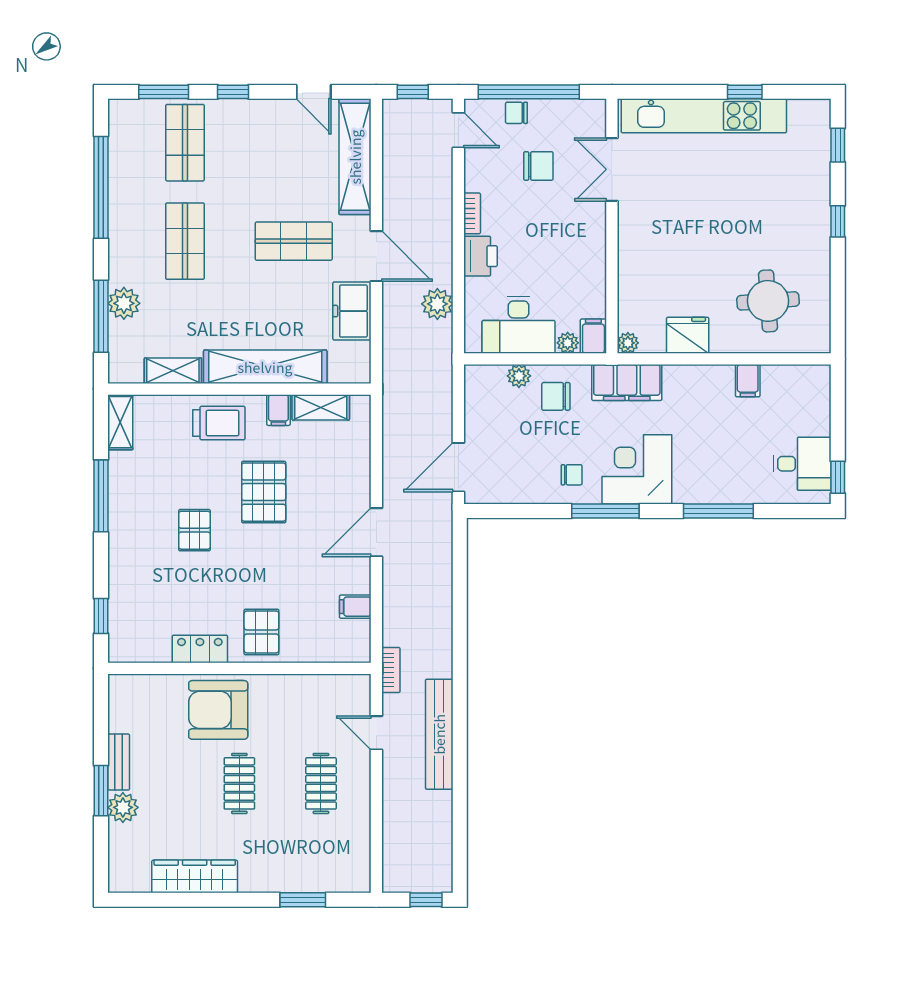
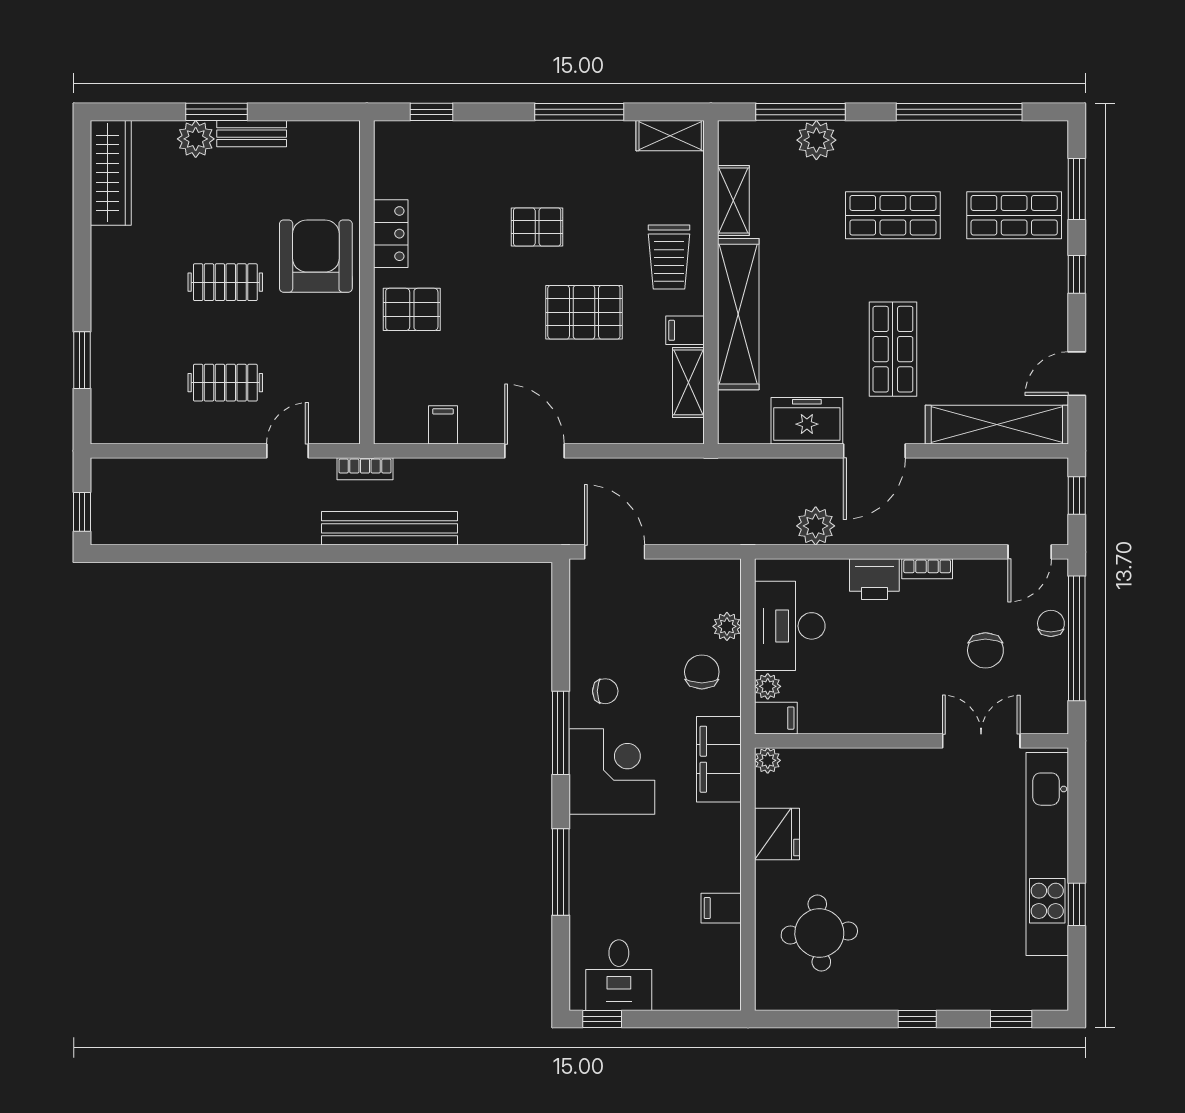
chair: (572, 475) -> (605, 691), turned -90
bench: (439, 734) -> (390, 528), moved
wardrobe: (195, 876) -> (111, 173), moved

